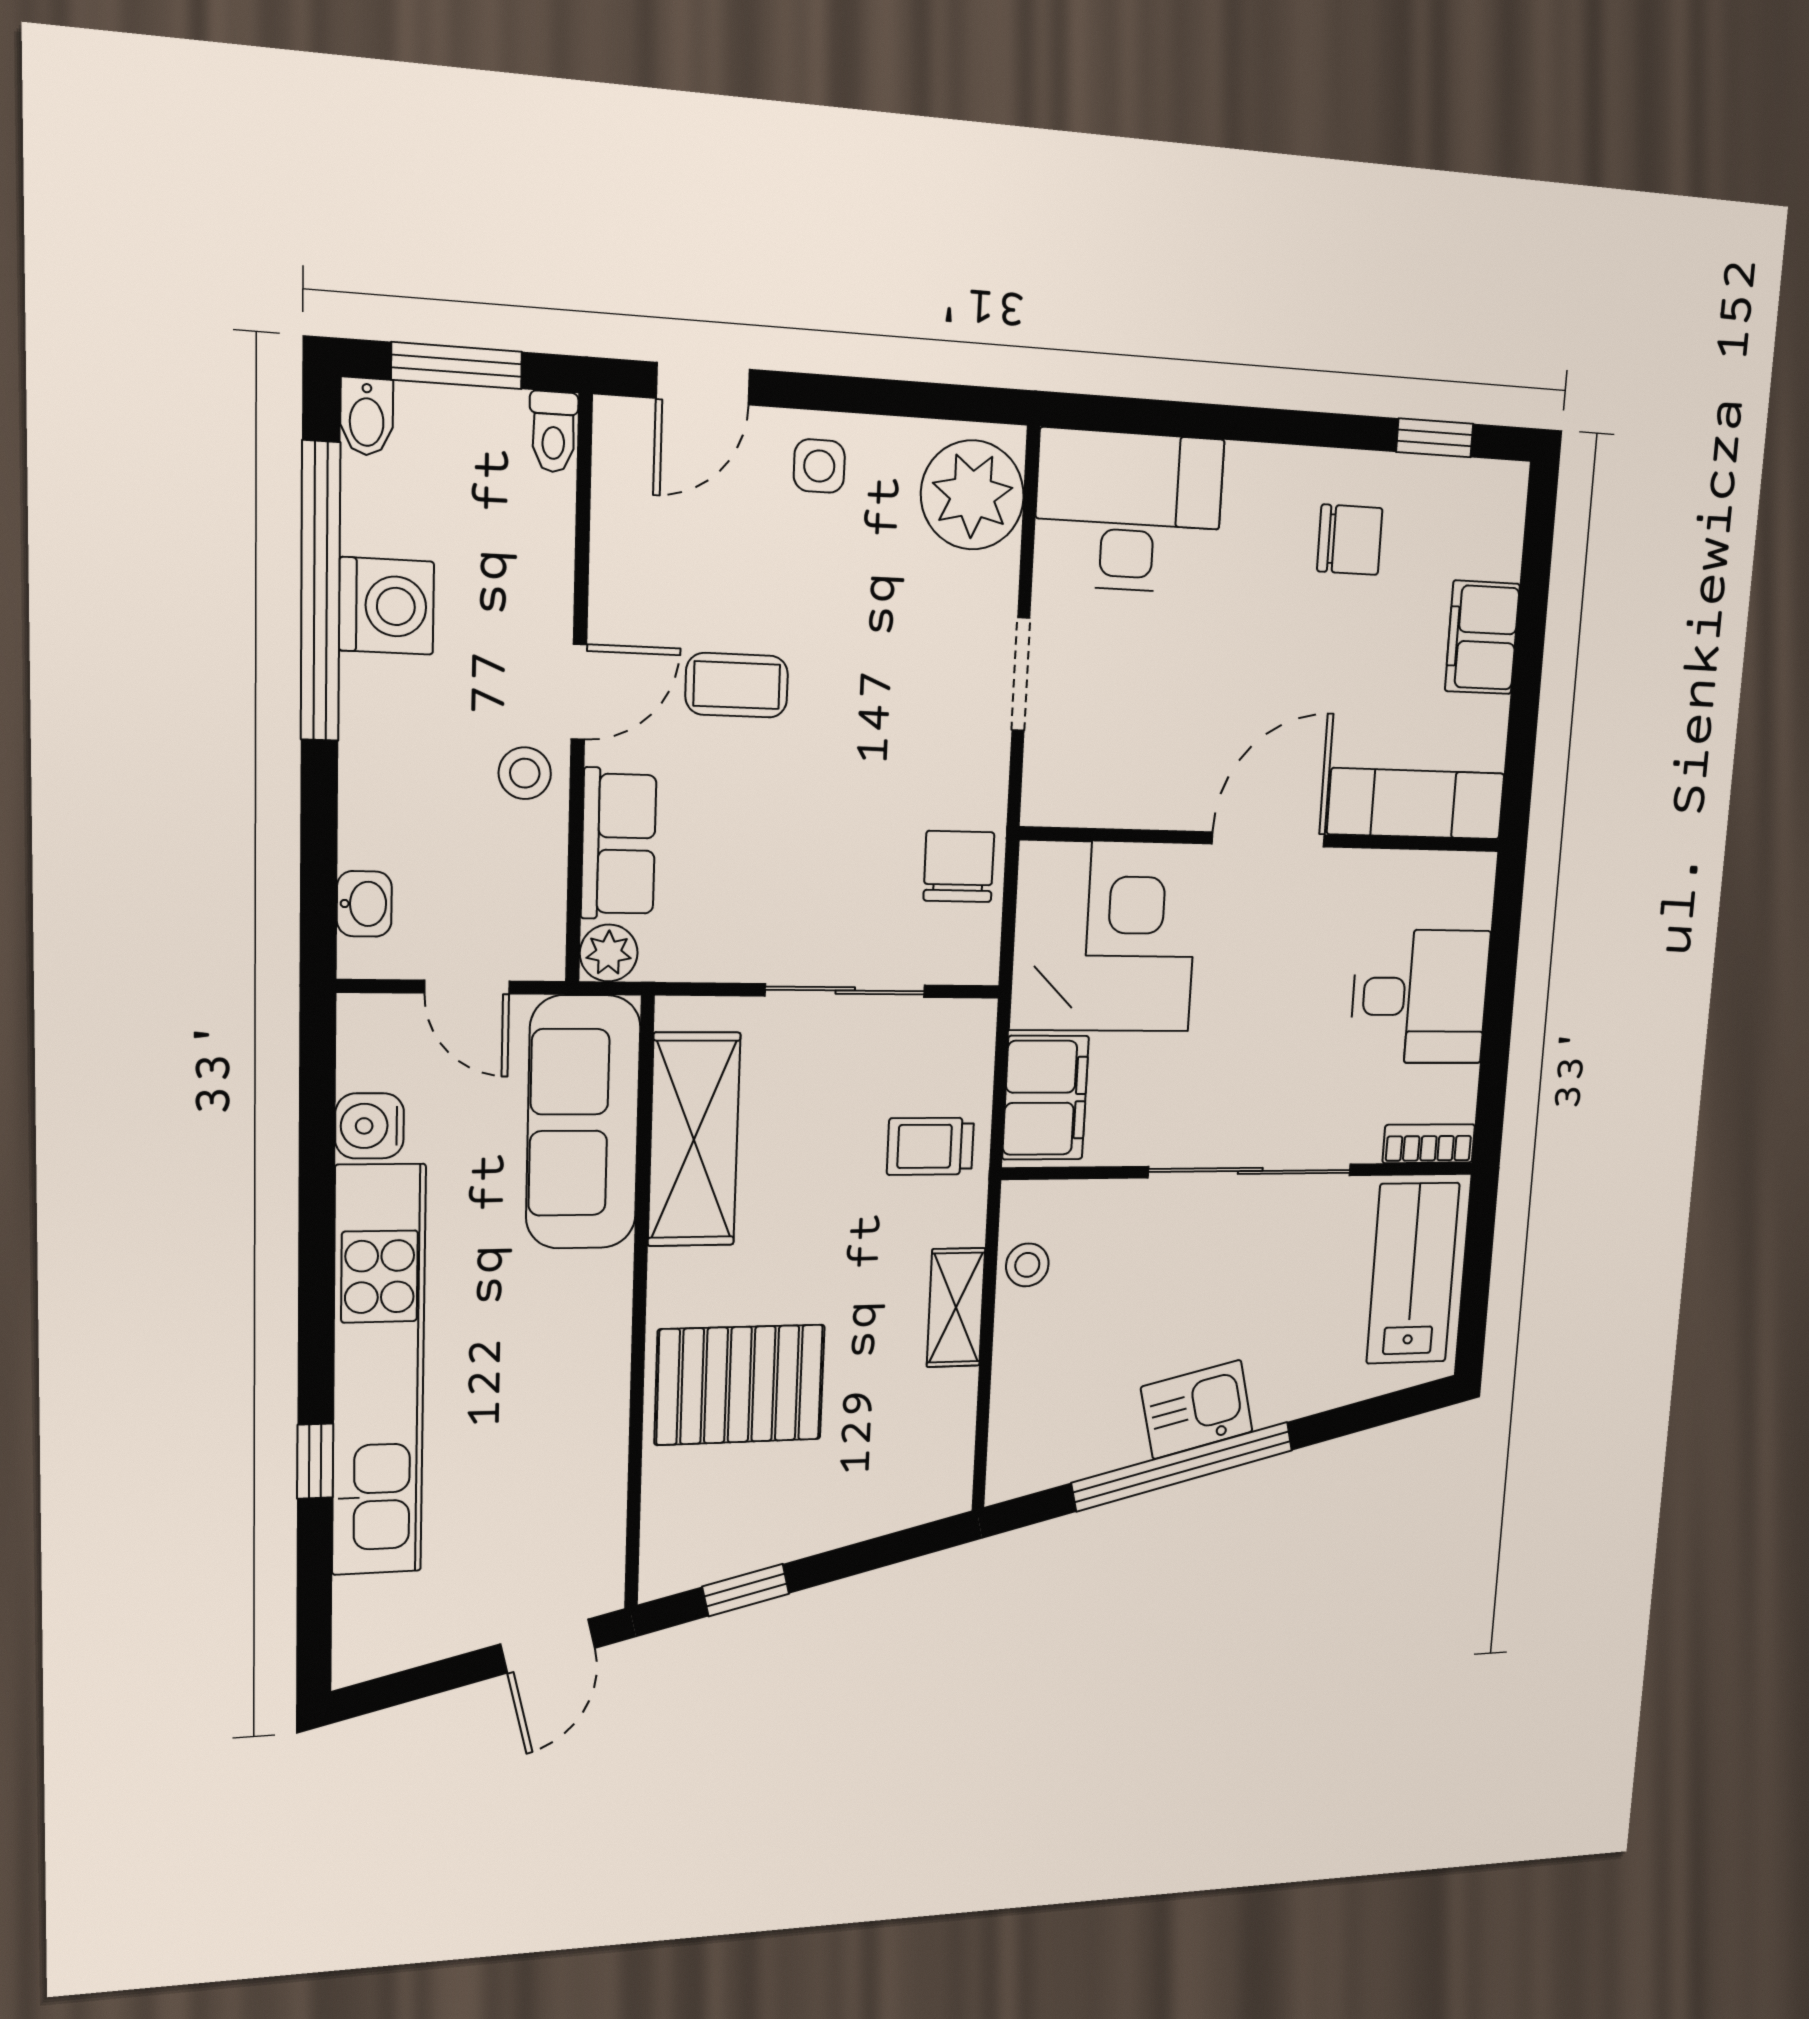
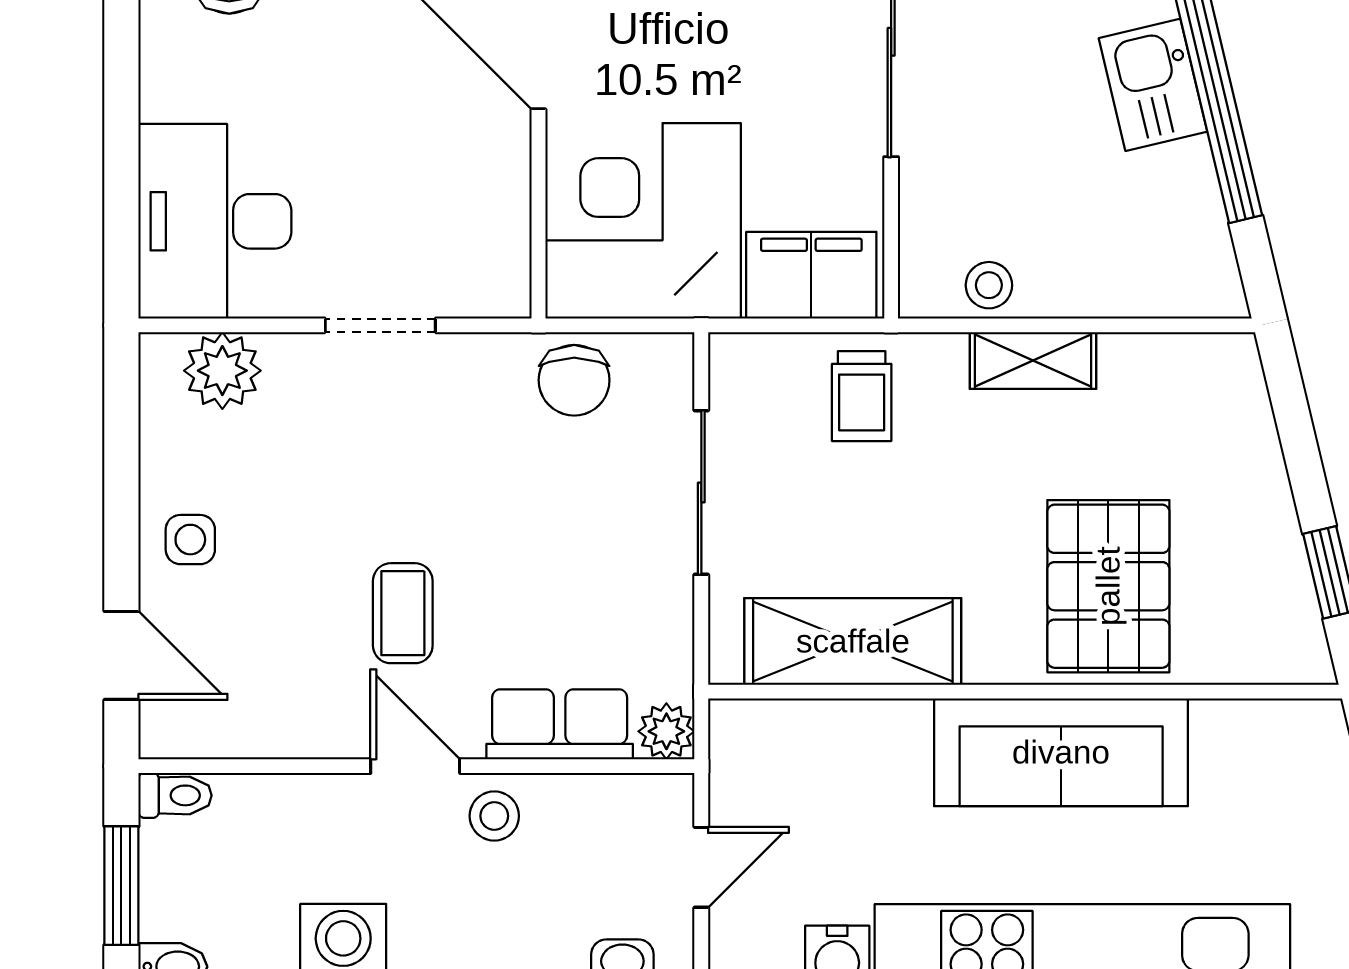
plant: (972, 495) -> (222, 371), width x0.73, depth x0.73
chair: (959, 866) -> (574, 380), turned -90
sofa: (583, 1123) -> (1061, 752), moved

